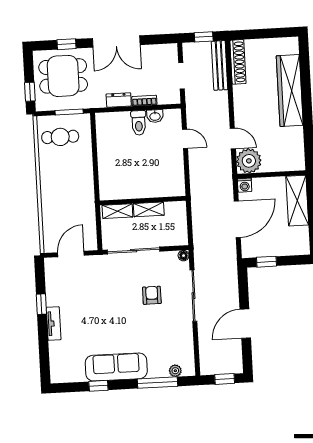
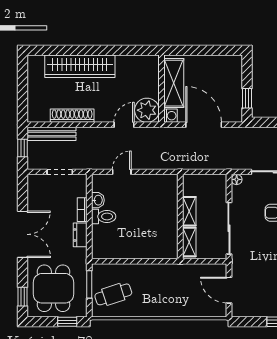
window: (67, 44) -> (23, 297), moved
shoe rack: (238, 62) -> (72, 116), moved
cafe table: (60, 137) -> (113, 294), turned 72
shelving: (297, 201) -> (174, 83), moved, turned 90

